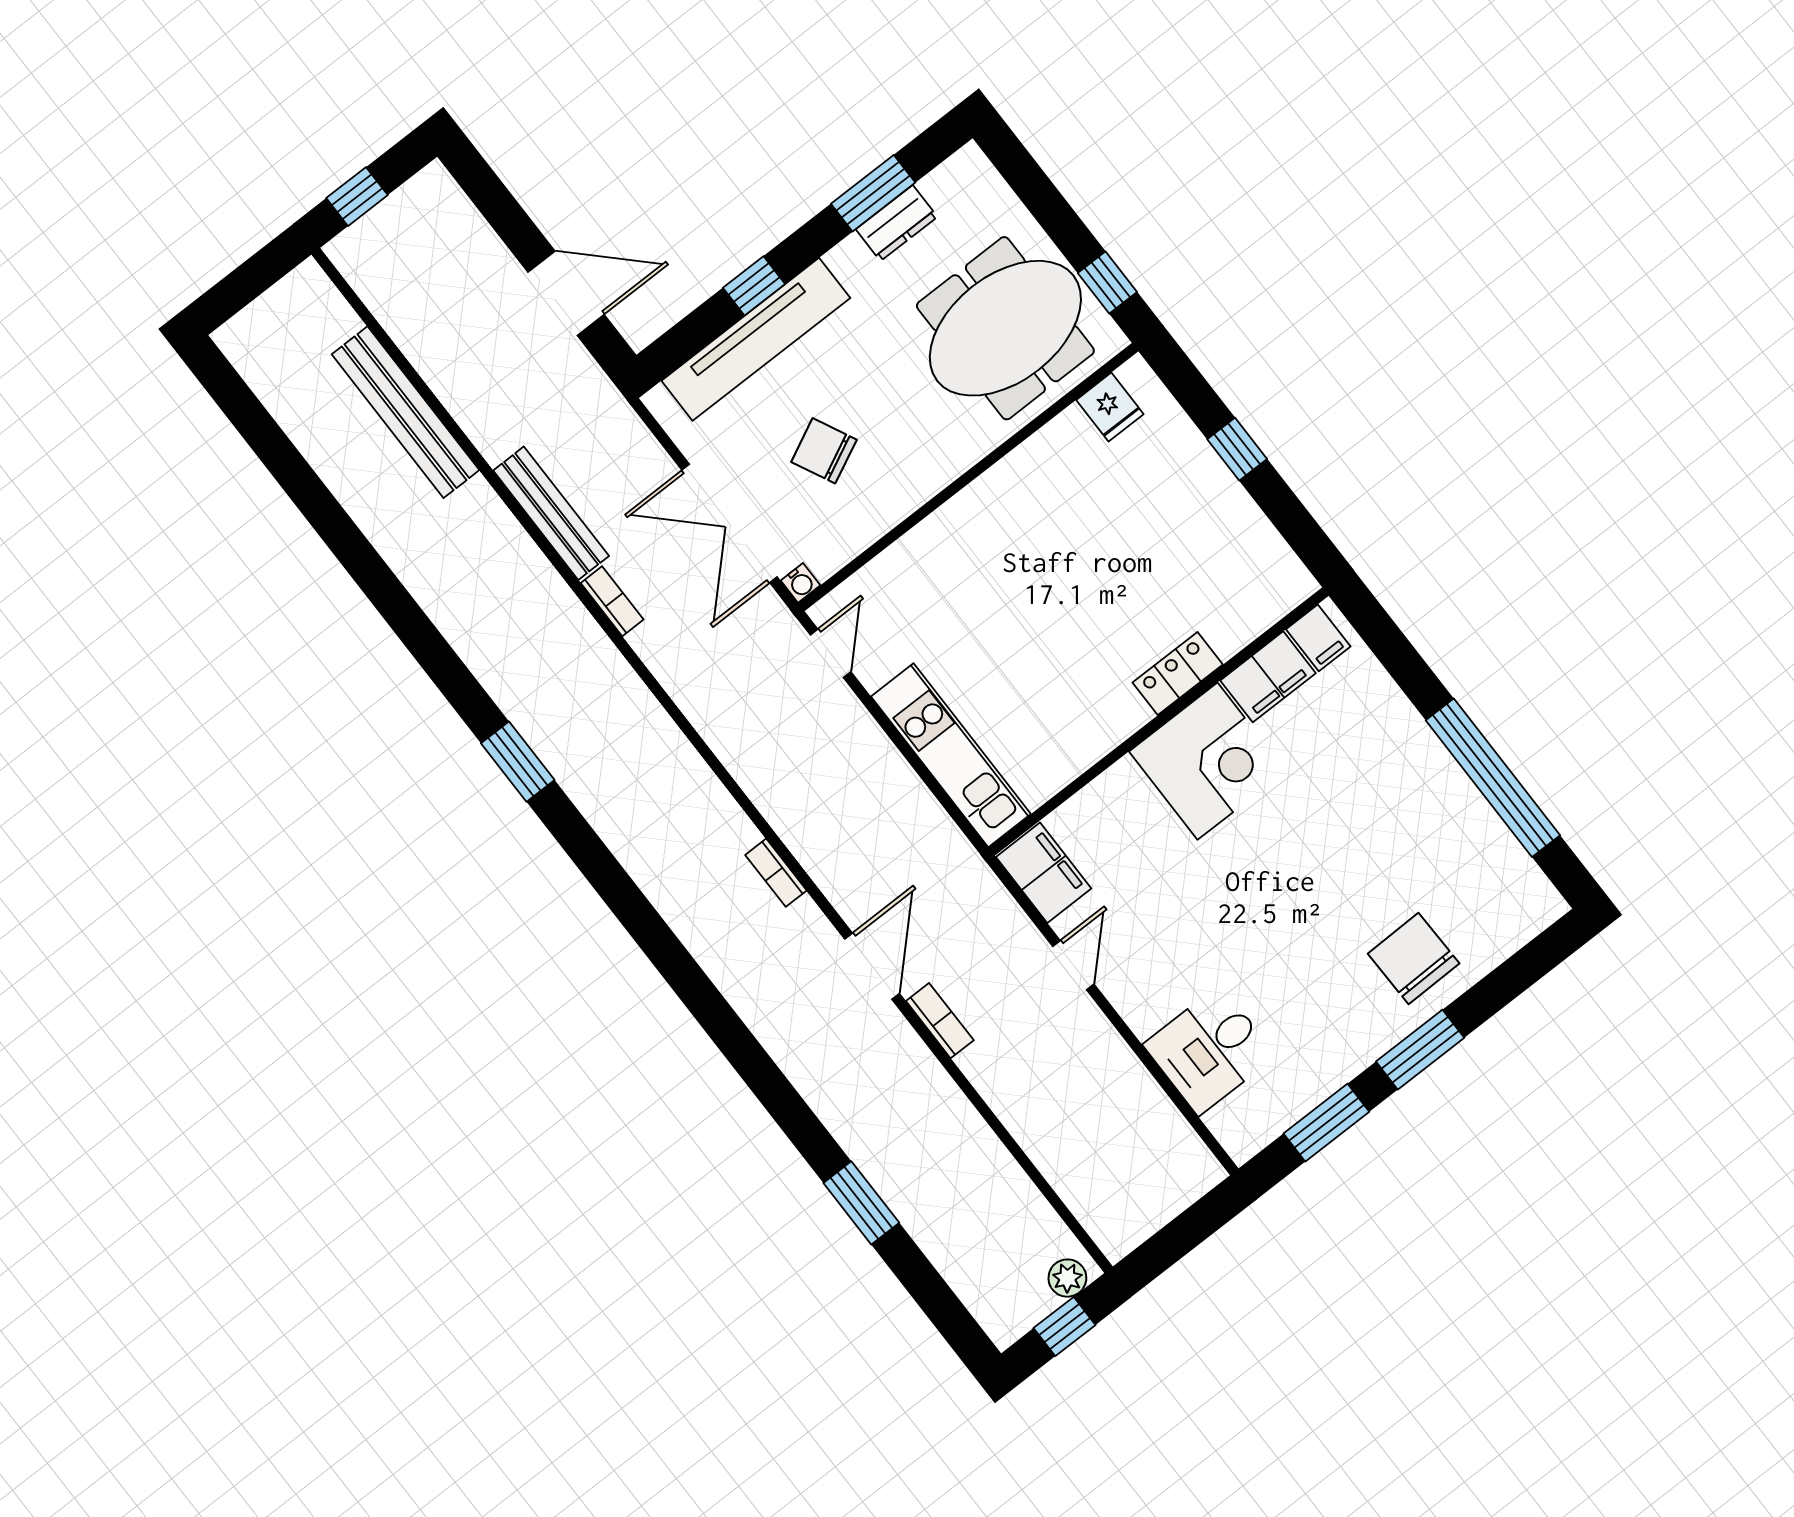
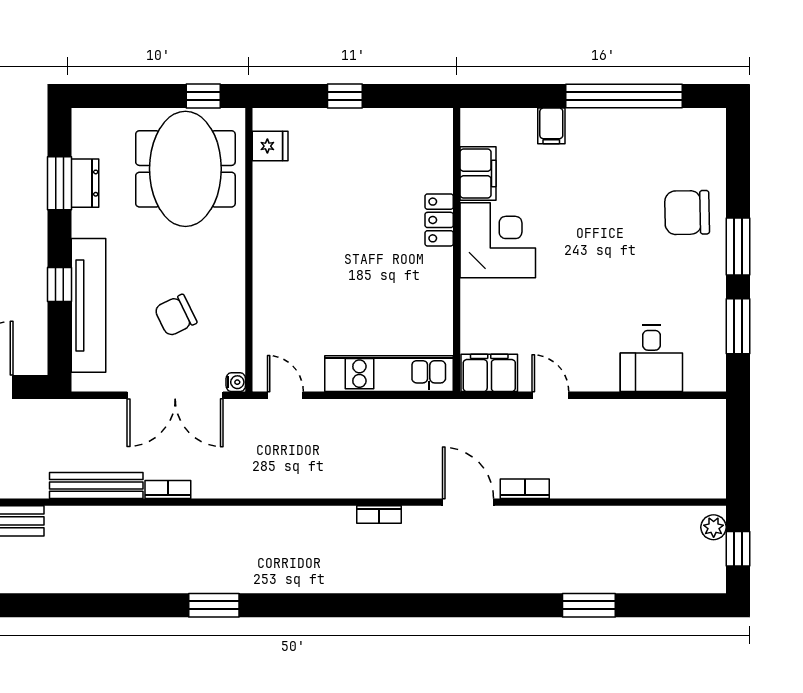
filing cabinet: (1318, 638) -> (551, 126), moved, turned 90

